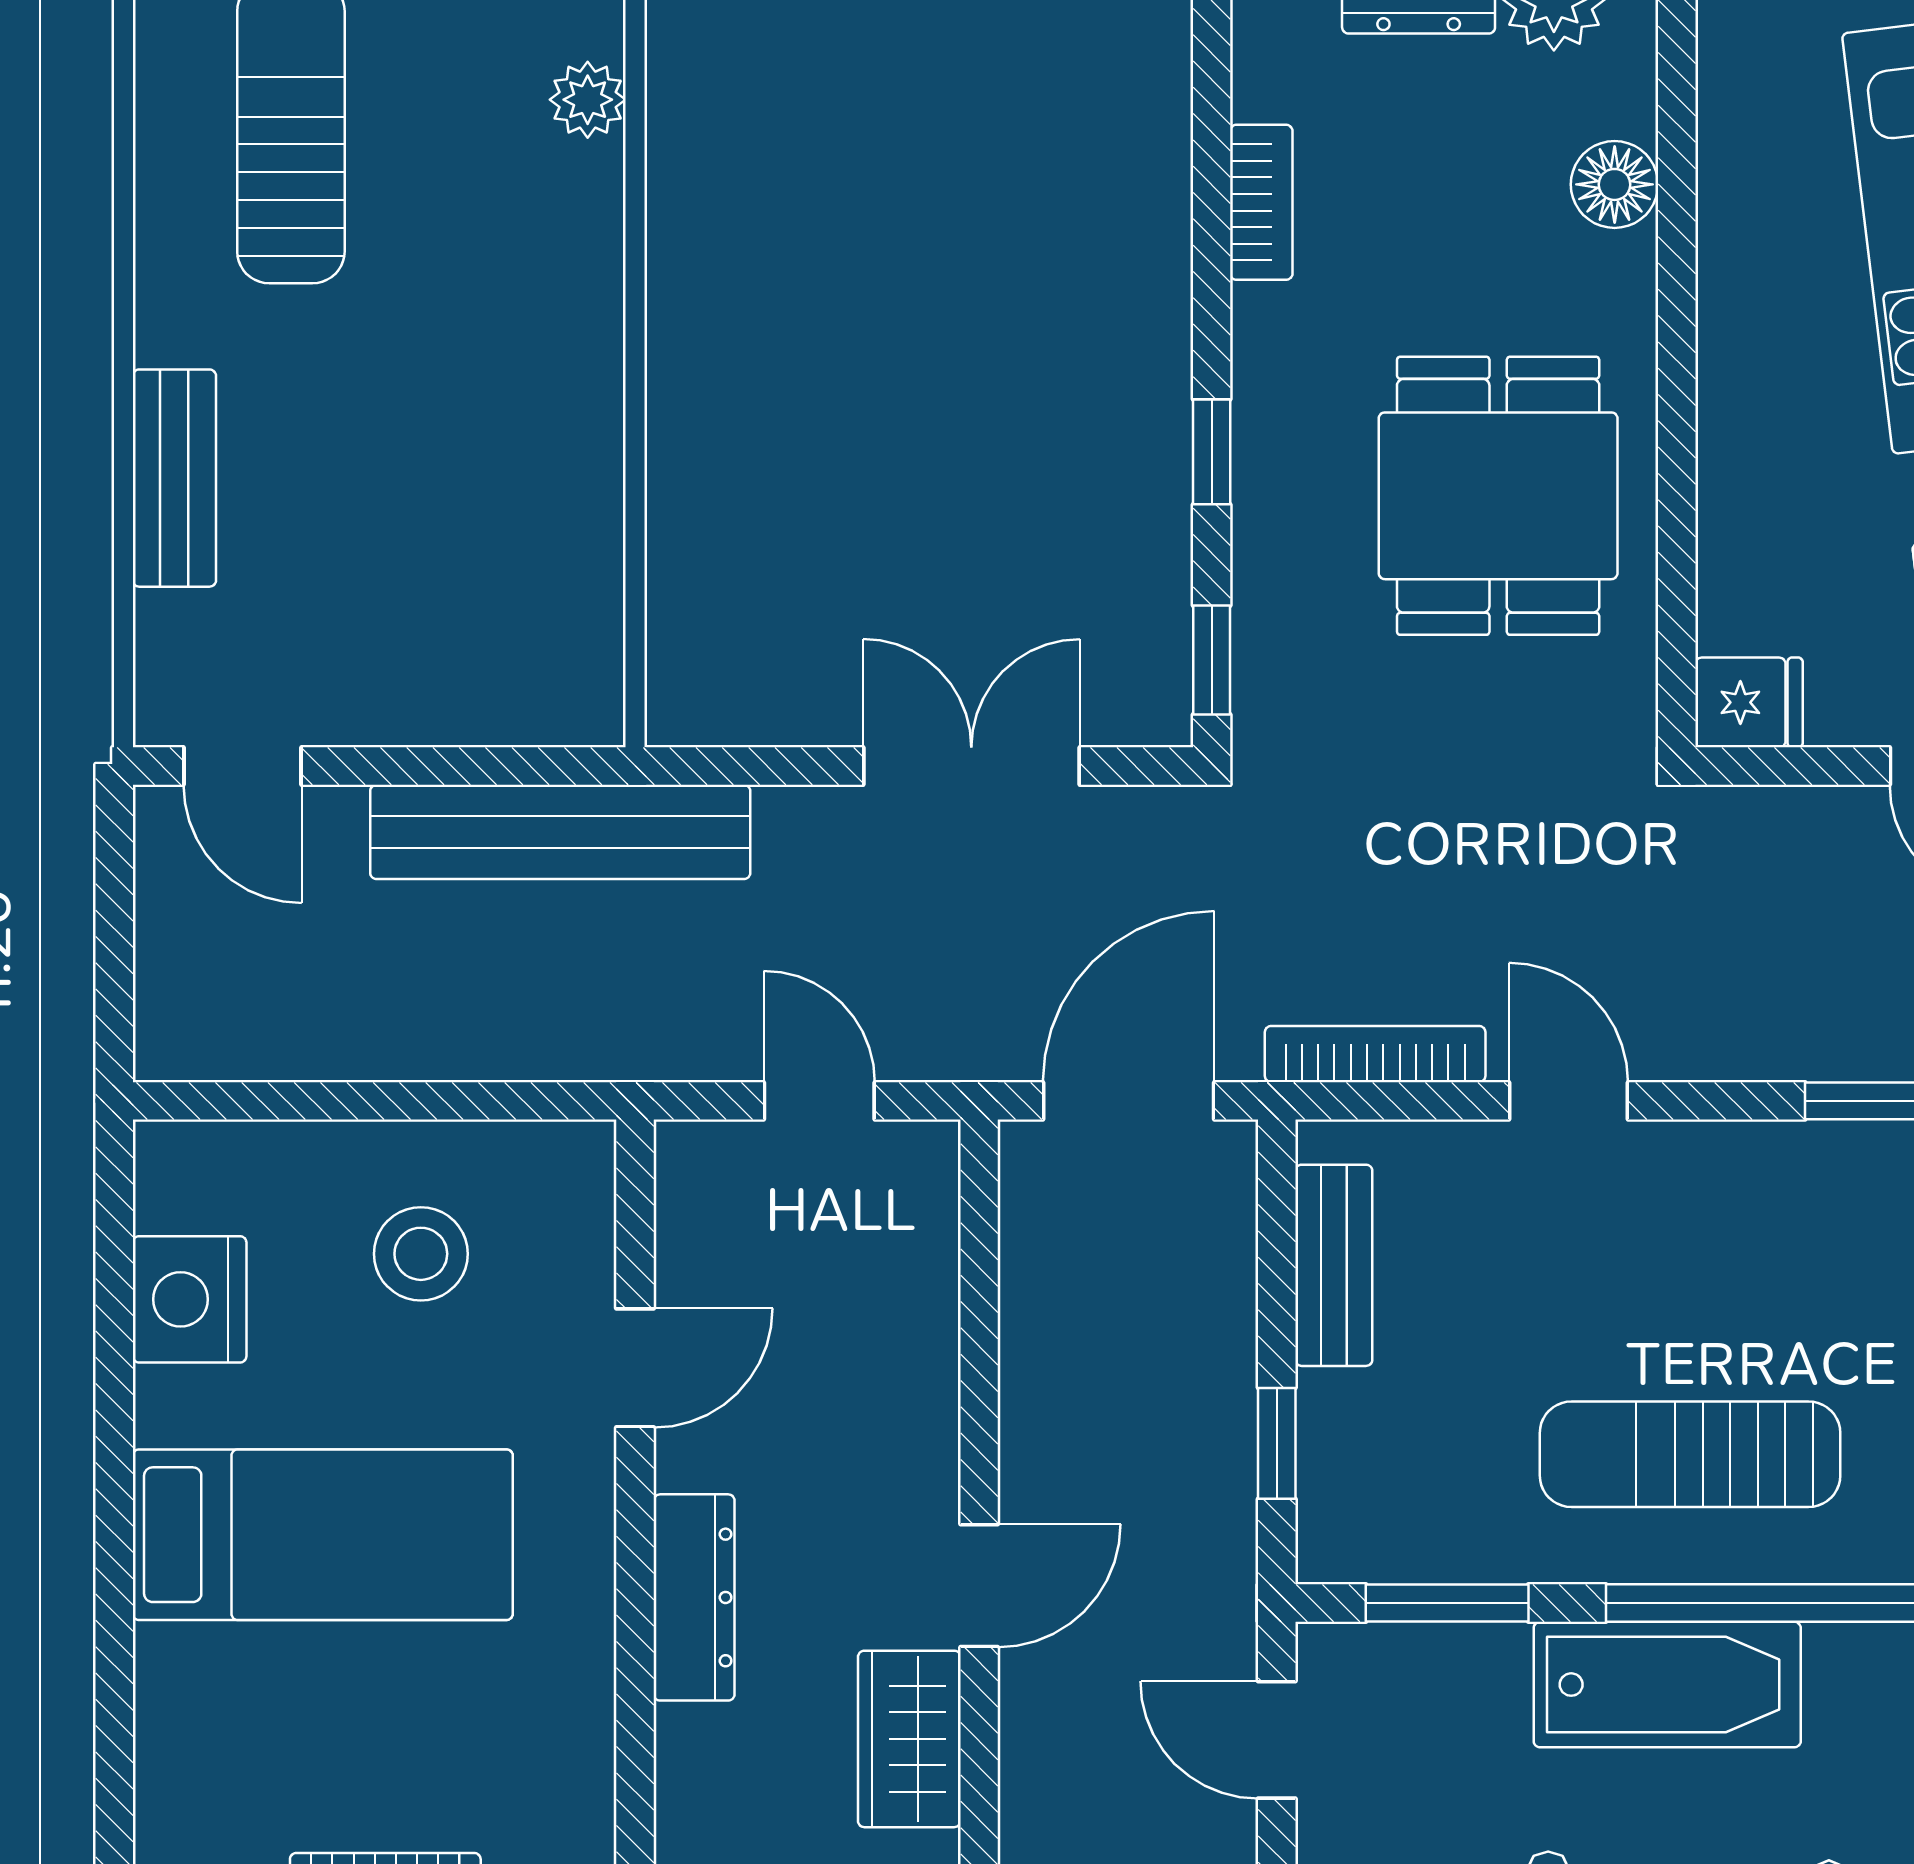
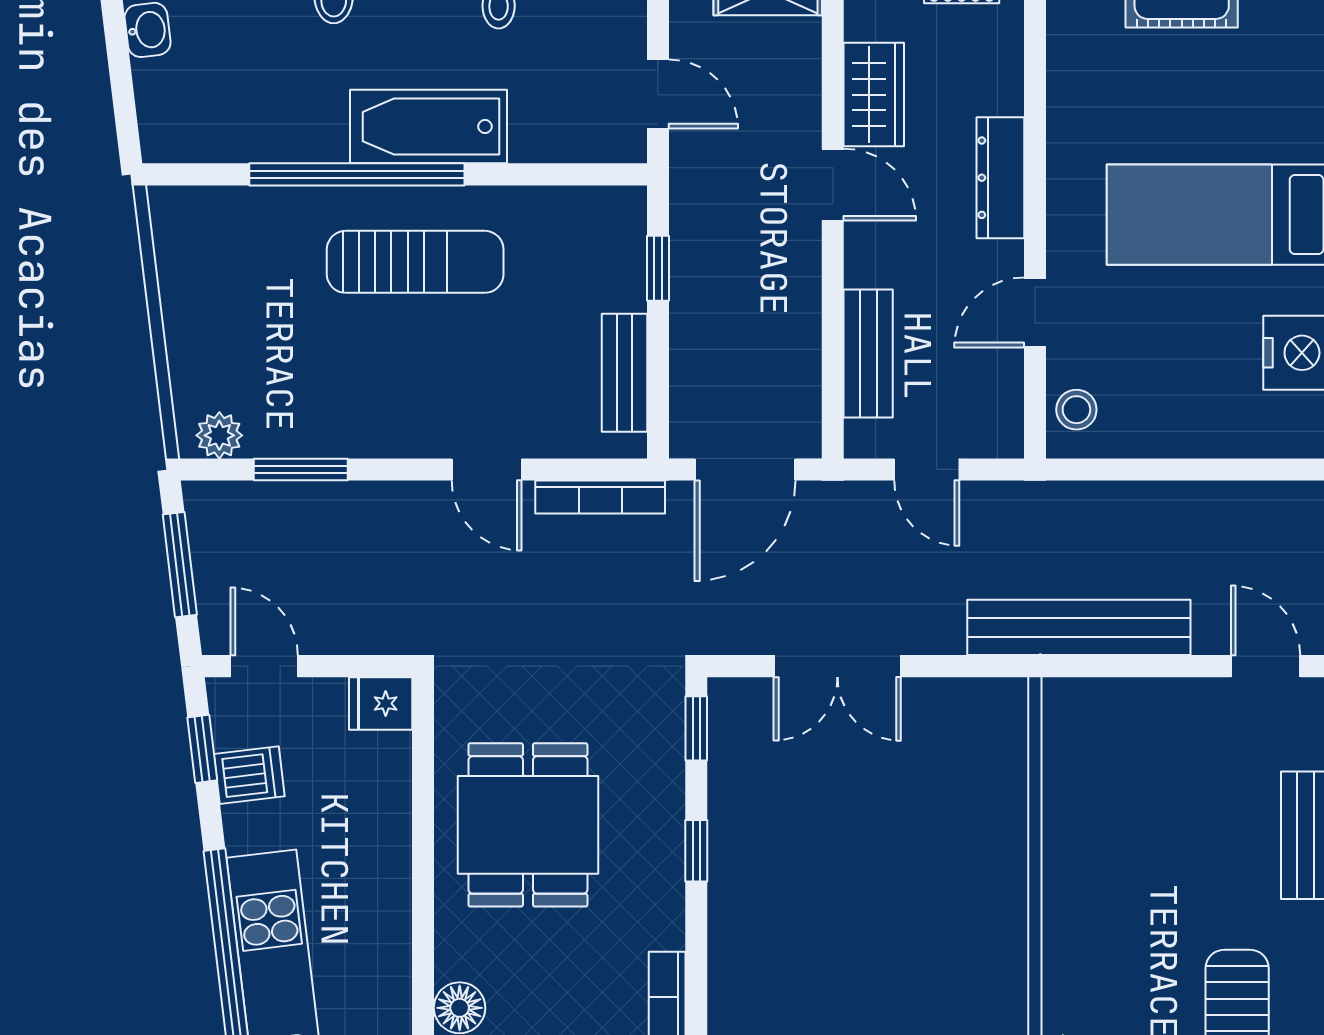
stool: (421, 1254) -> (1076, 410), moved, width x0.73, depth x0.73
bench: (919, 1298) -> (868, 354), added
door: (979, 1586) -> (833, 185), swing flipped
window: (1447, 1603) -> (558, 174), removed

